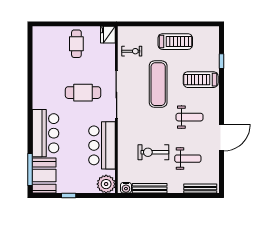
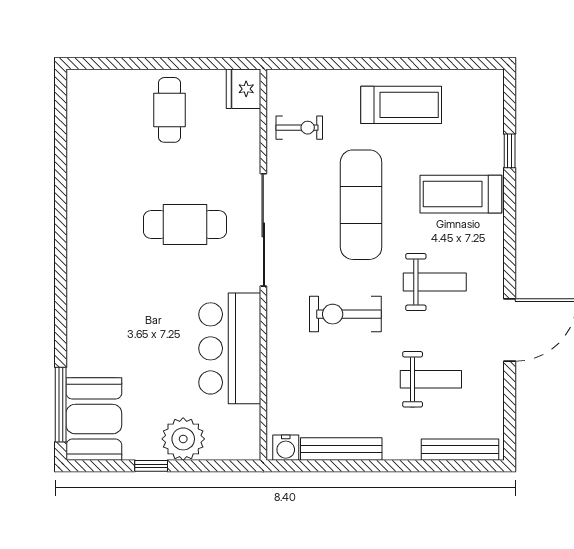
bar counter: (46, 133) -> (97, 320), removed
exercise bike: (153, 152) -> (345, 314), moved
plant: (106, 184) -> (183, 439), moved

